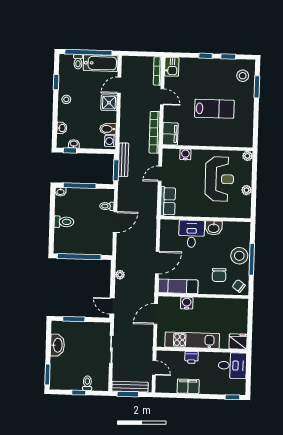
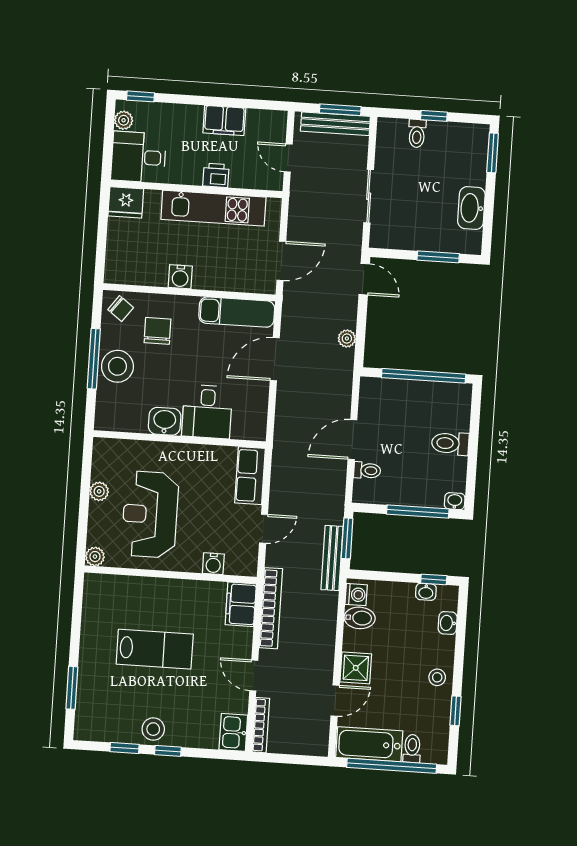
stool: (243, 76) -> (153, 729), moved
lab bench: (214, 109) -> (155, 649), turned 180
water cooler: (187, 303) -> (180, 277), moved
plant: (241, 384) -> (124, 120), added

